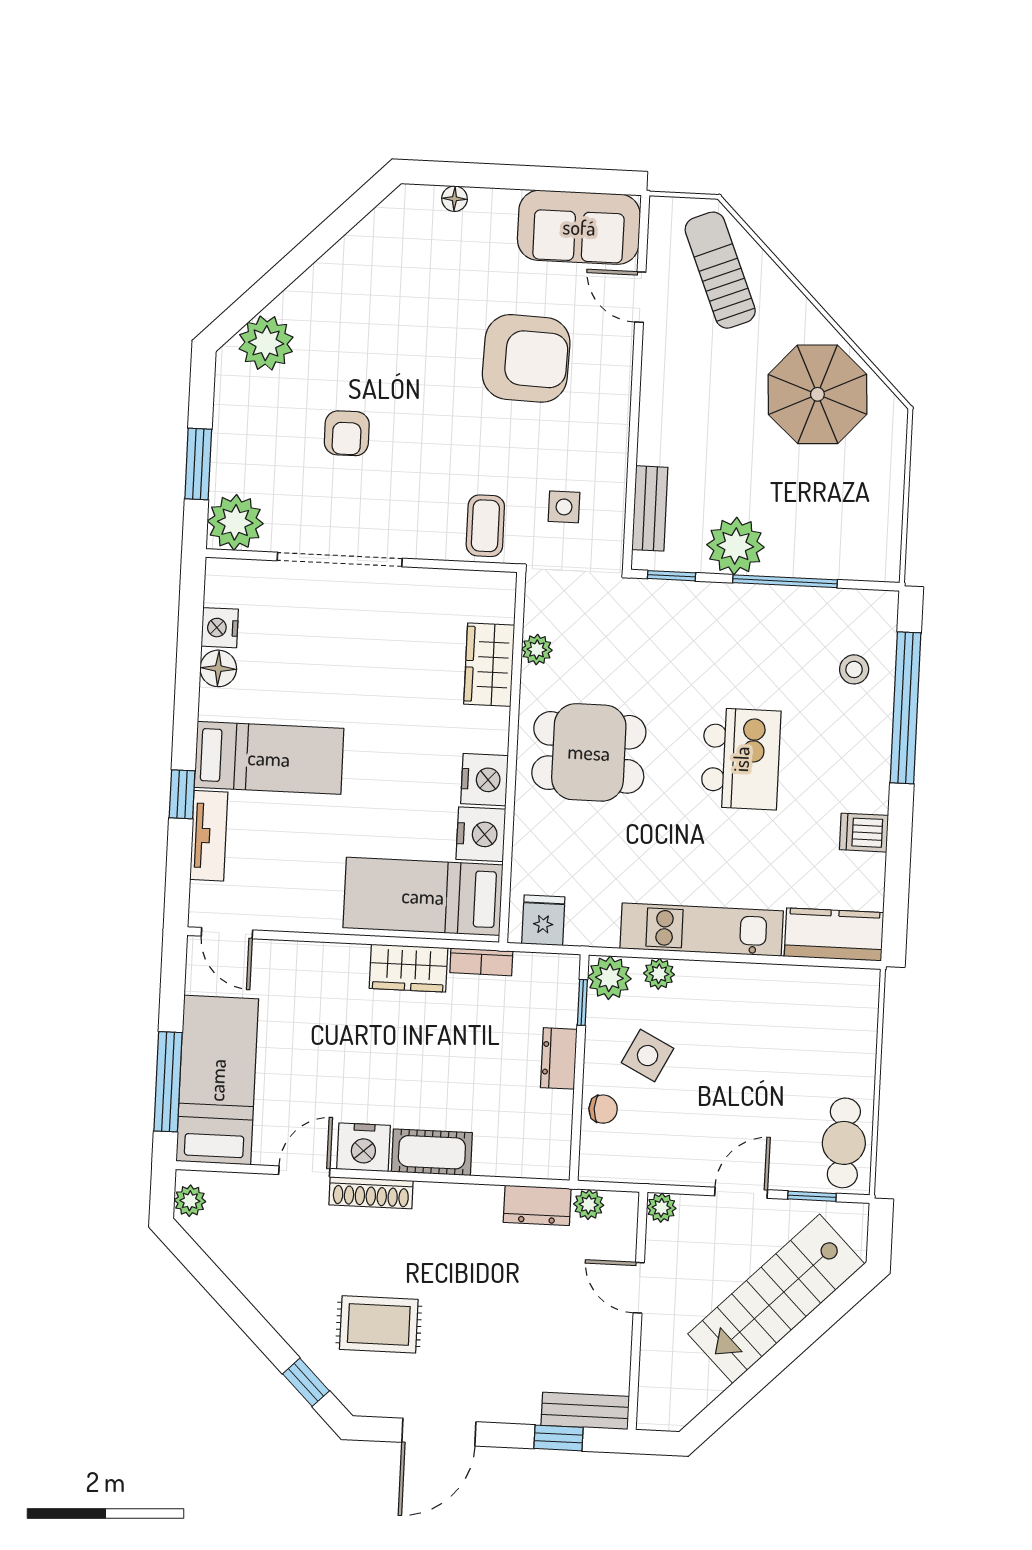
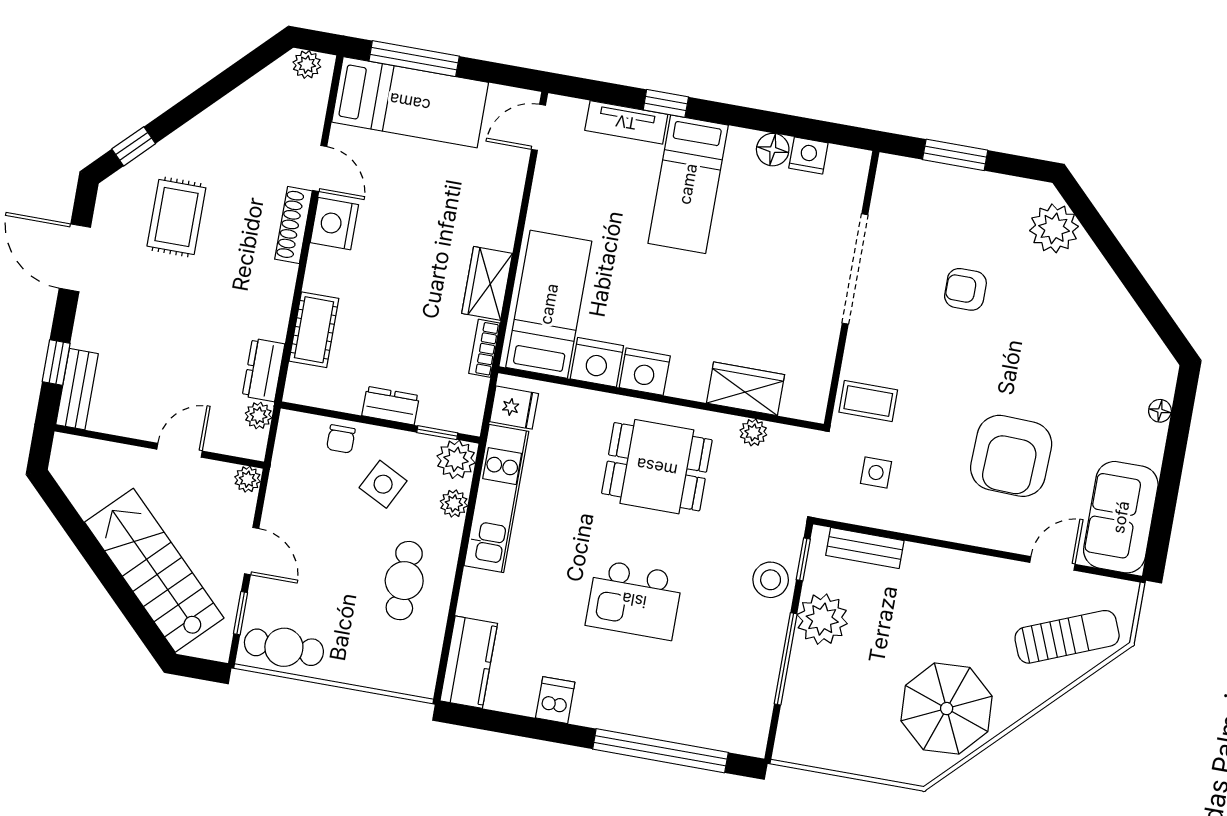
plant: (235, 522) -> (900, 181), removed
stool: (854, 669) -> (771, 580), moved, width x1.37, depth x1.37
dining table: (589, 752) -> (657, 467), turned 90
kitchen unit: (702, 930) -> (496, 498), moved
cafe table: (752, 1018) -> (404, 581), added
cot: (432, 1152) -> (314, 330), moved

